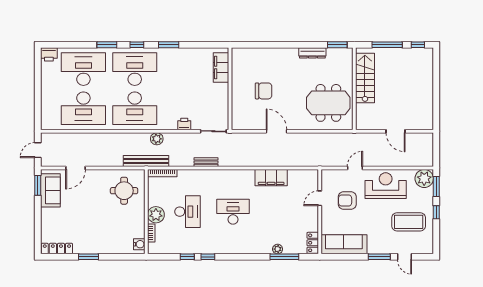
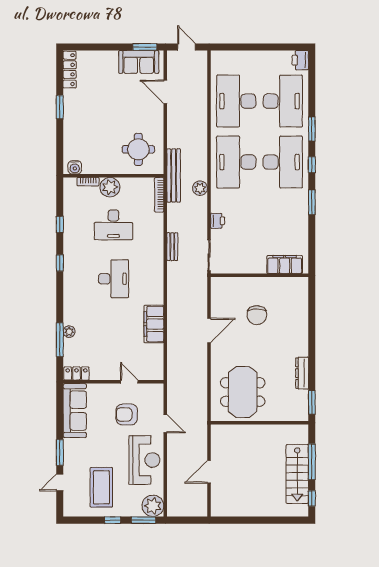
stairs: (365, 78) -> (297, 474), moved, turned 90
armchair: (347, 201) -> (127, 414), turned -90
window: (208, 257) -> (60, 263), moved

